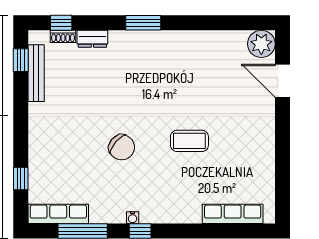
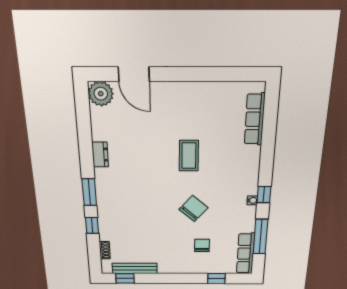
window: (61, 23) -> (92, 225), moved
dresser: (92, 39) -> (100, 155), moved
door: (282, 81) -> (134, 74), hinge flipped
chair: (70, 159) -> (202, 245), added

